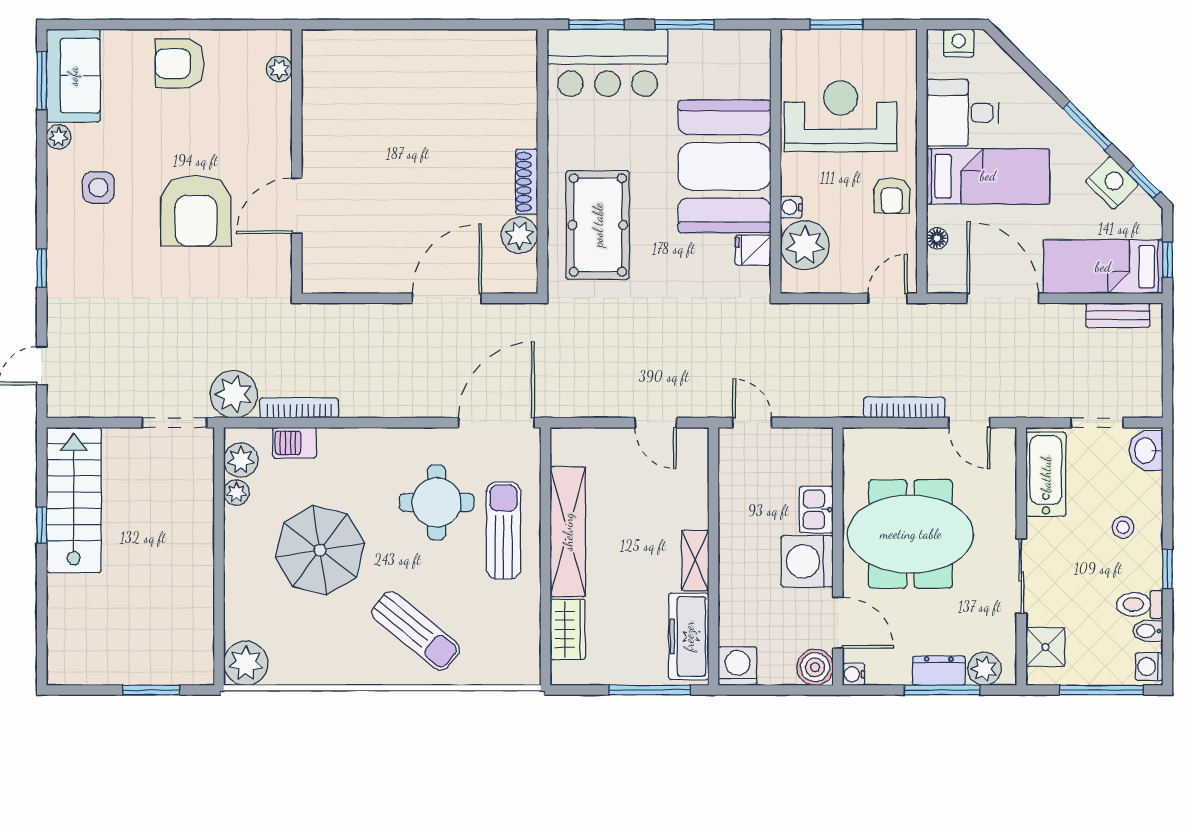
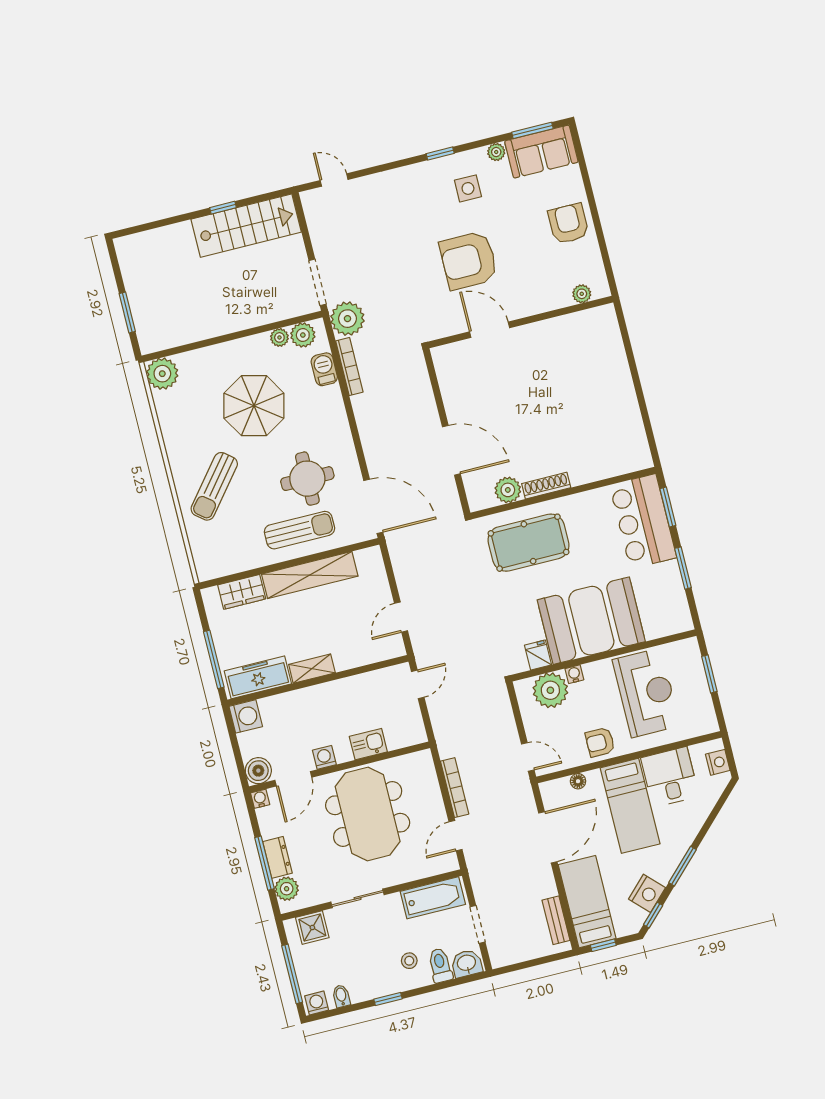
window: (42, 268) -> (440, 153), moved
washing machine: (807, 561) -> (324, 757), width x0.53, depth x0.53
toilet: (1140, 604) -> (440, 965), moved

